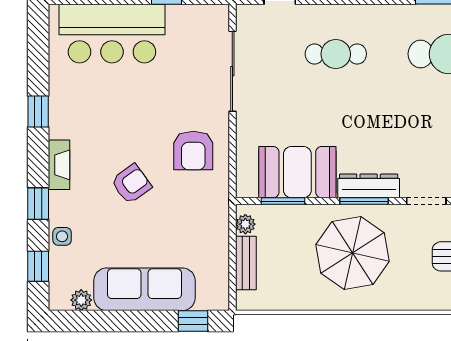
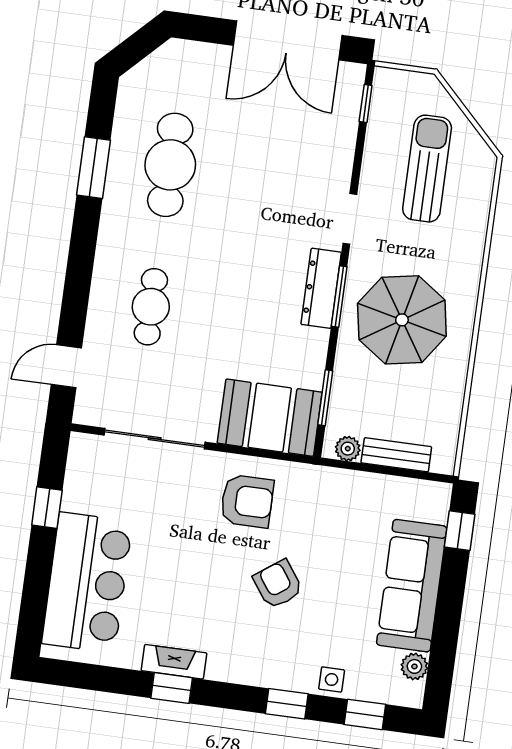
fireplace: (59, 165) -> (174, 662), moved
booth: (297, 172) -> (270, 418), moved, turned 90

